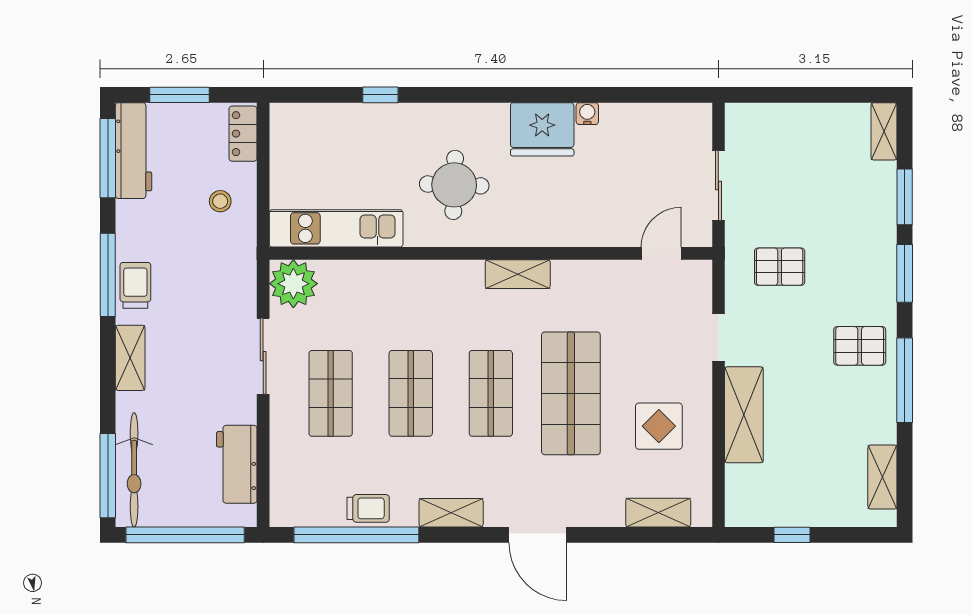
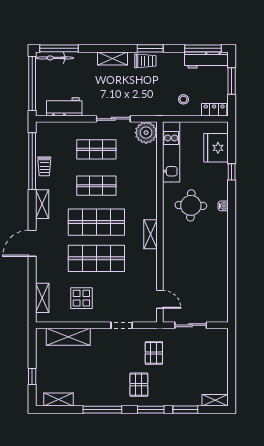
water cooler: (587, 114) -> (223, 206), moved
fridge: (542, 129) -> (216, 148), moved
window: (108, 275) -> (150, 48), width x0.69
pallet: (860, 346) -> (139, 385), moved
shop shelf: (491, 393) -> (96, 222), width x1.43, depth x1.36
shelving: (744, 415) -> (68, 337), moved
bicycle: (134, 470) -> (55, 58), width x0.73, depth x0.71
window: (792, 535) -> (32, 376), moved

